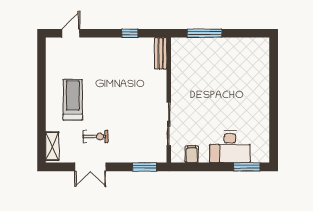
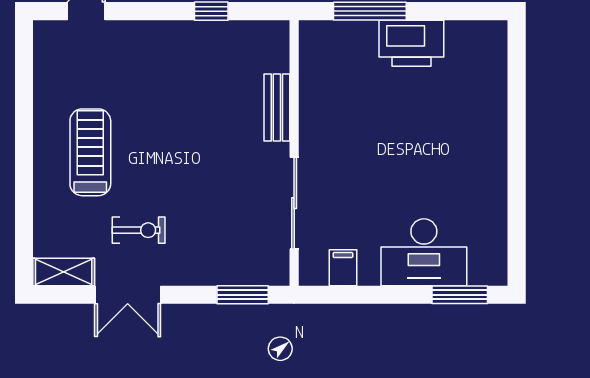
printer: (224, 48) -> (411, 43), added
bench: (161, 53) -> (277, 107), moved
shelving: (52, 146) -> (64, 272), moved, turned 90

